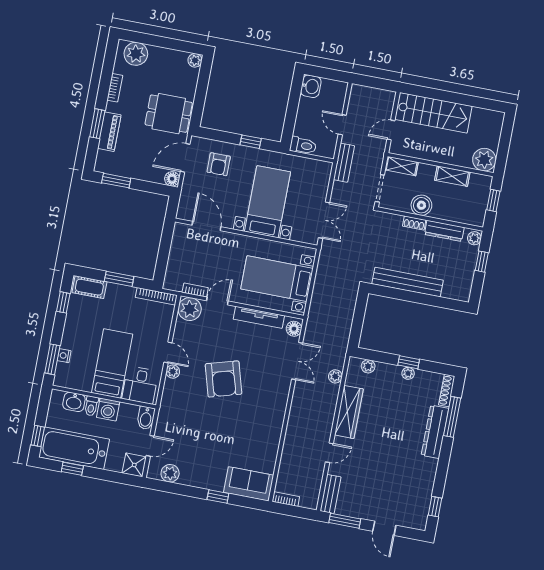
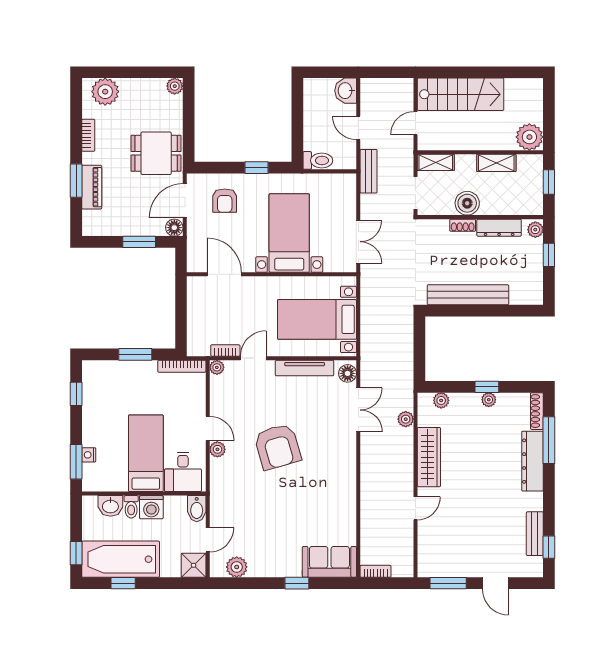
washbasin: (311, 86) -> (346, 91), moved, turned 180
window: (116, 181) -> (139, 242), moved
cot: (89, 287) -> (103, 370), removed
plant: (190, 309) -> (217, 367), width x0.53, depth x0.53
bench: (330, 494) -> (535, 534), moved

